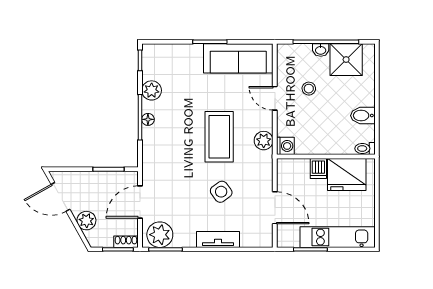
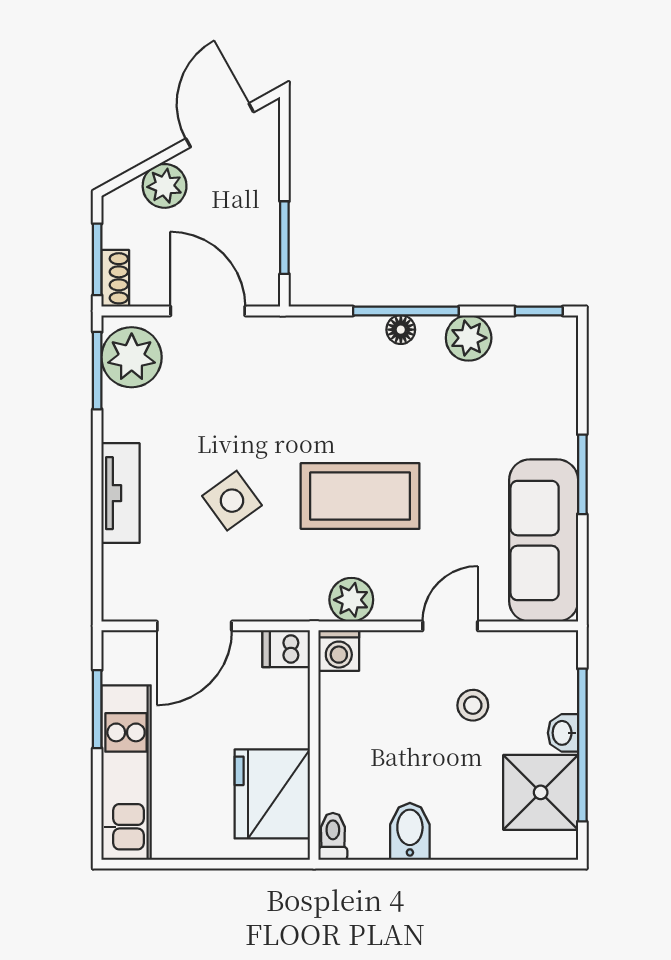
dishwasher: (318, 169) -> (286, 649), moved

